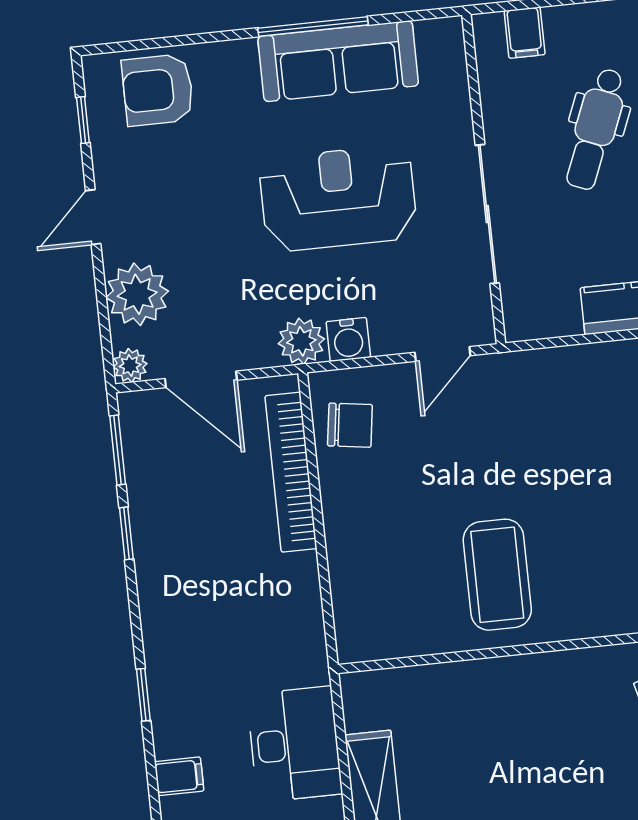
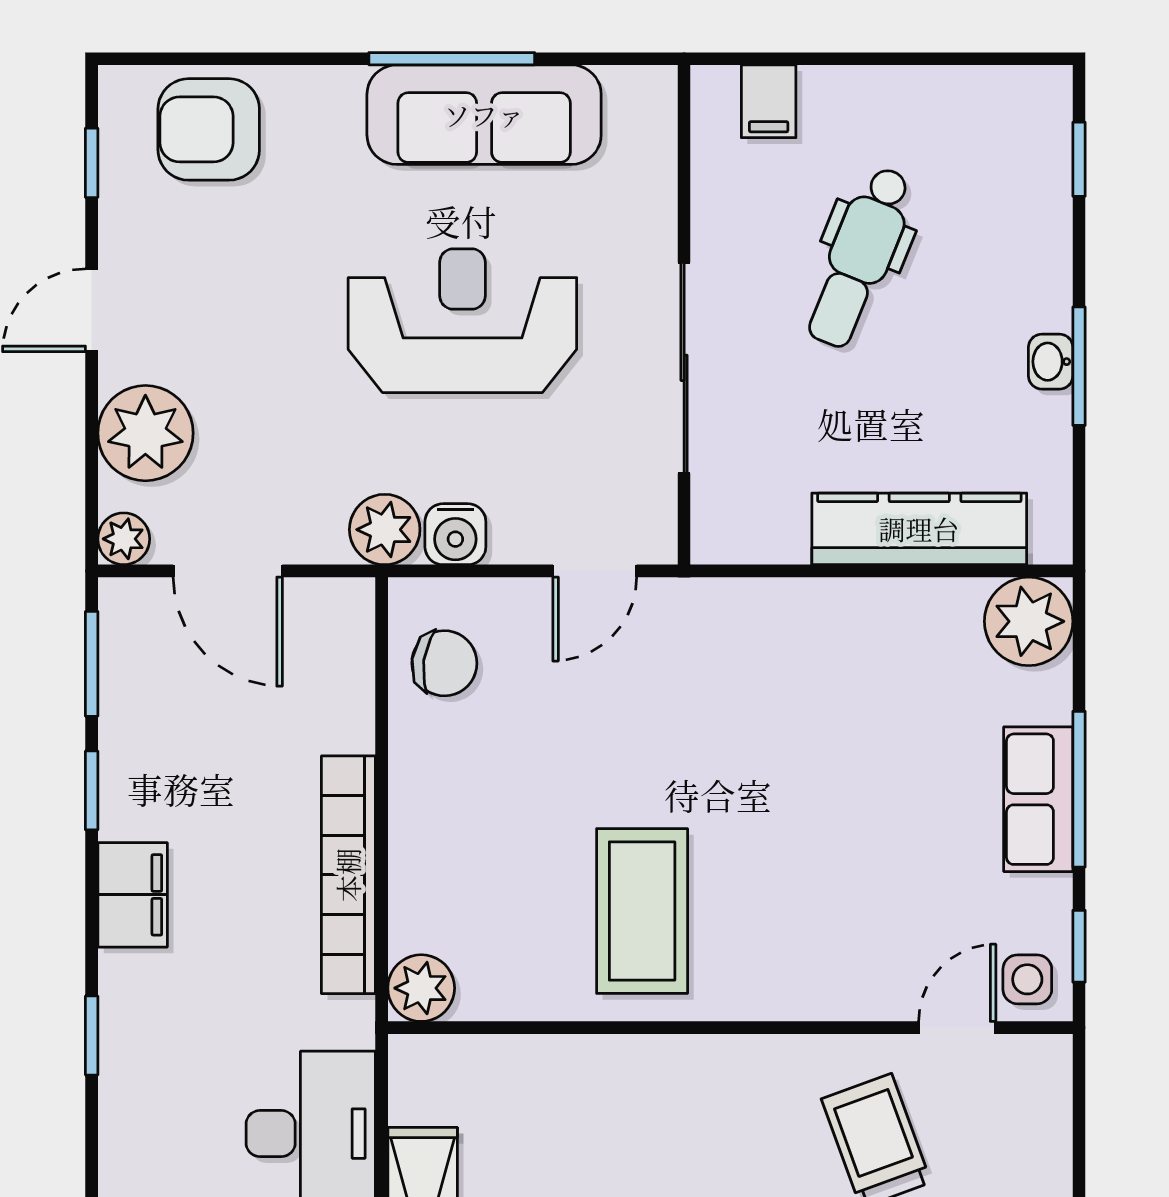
bookcase: (291, 472) -> (348, 875), moved
plant: (357, 641) -> (421, 988), added
filing cabinet: (179, 776) -> (133, 895), moved, width x2.00

